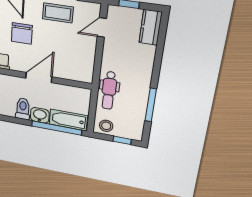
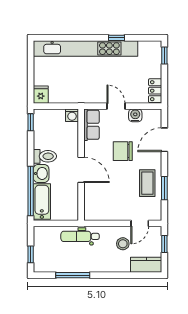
door: (102, 27) -> (140, 223), swing flipped
stool: (106, 126) -> (123, 244), moved

